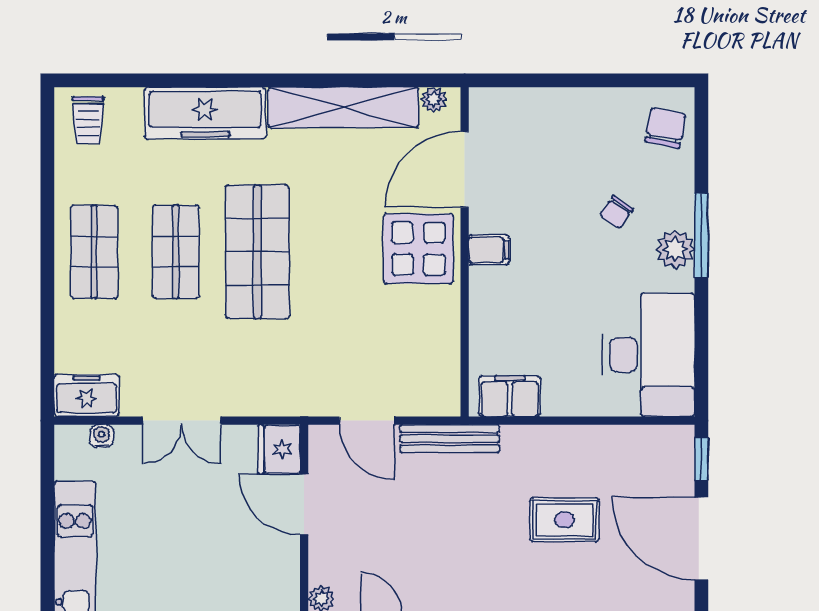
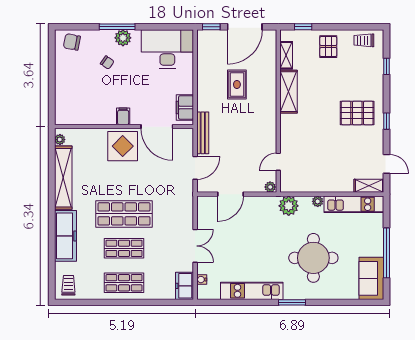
trolley: (88, 120) -> (68, 285), turned -90
door: (465, 169) -> (157, 127), moved
fridge: (279, 449) -> (207, 205), removed

